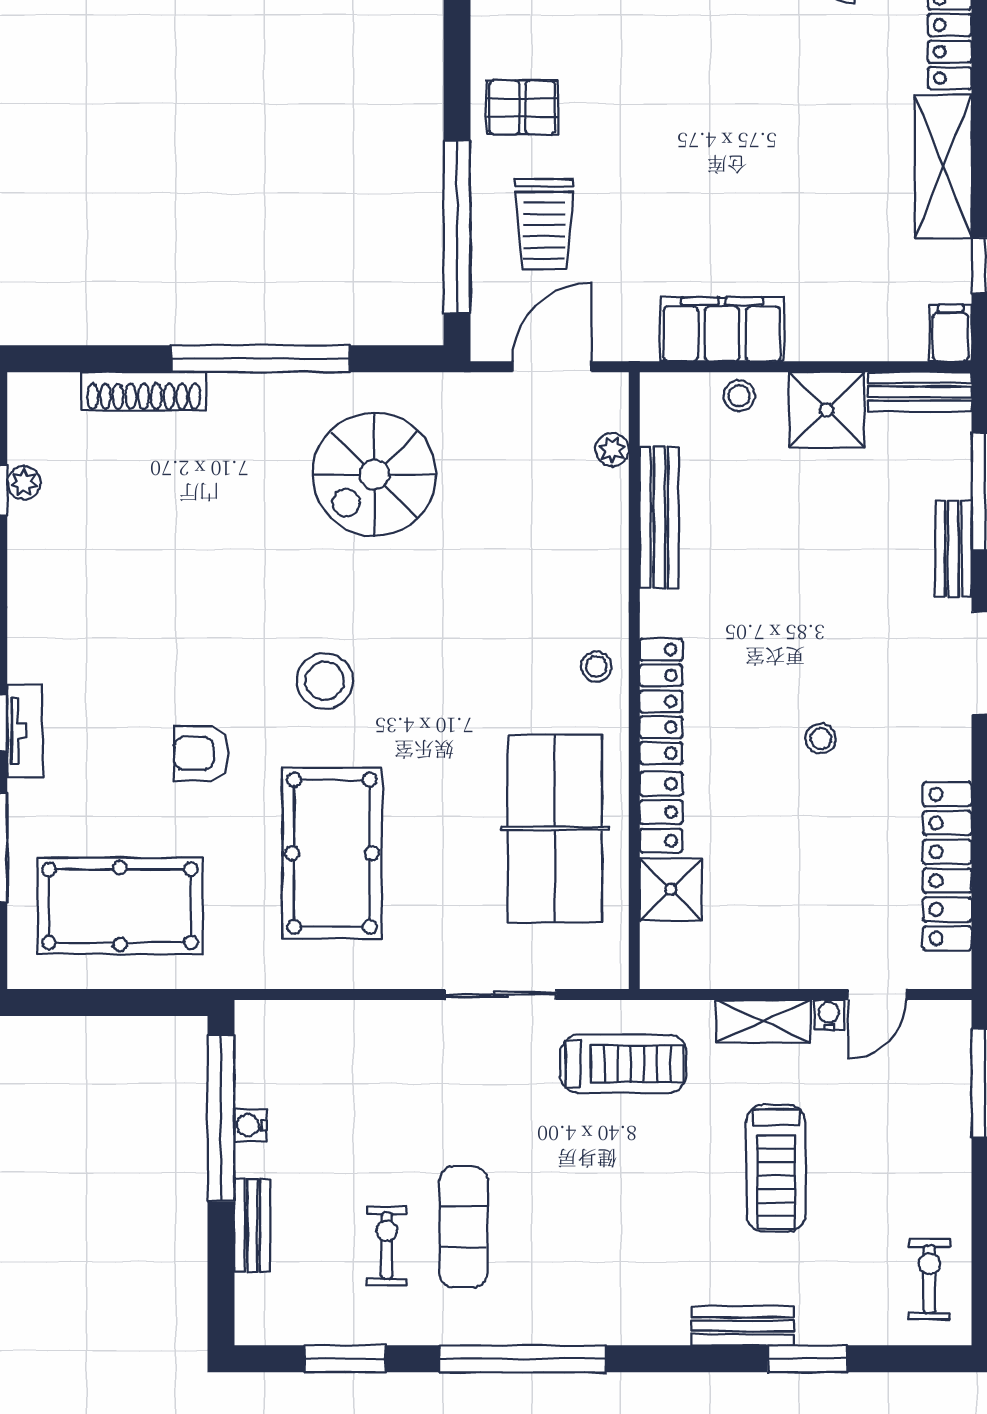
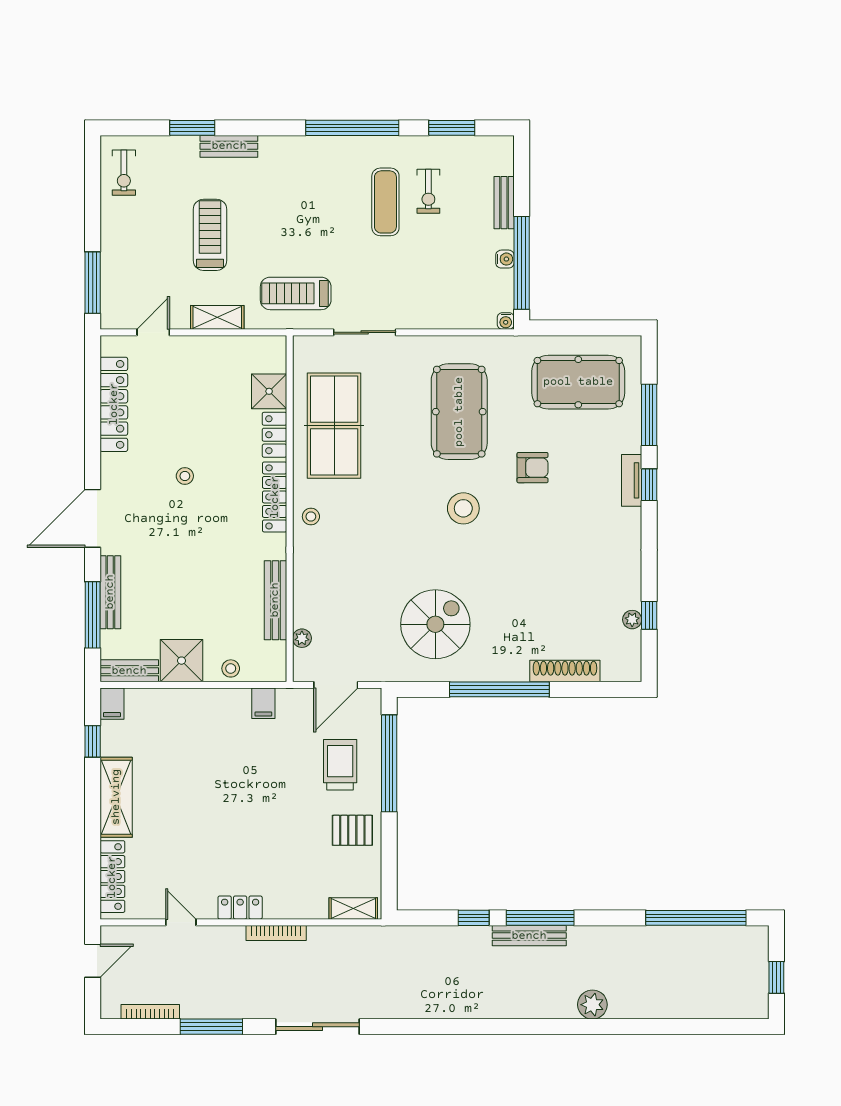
filing cabinet: (722, 329) -> (263, 703), width x0.33, depth x0.86
bench: (953, 549) -> (110, 592), width x1.36
water cooler: (829, 1015) -> (506, 321), moved

